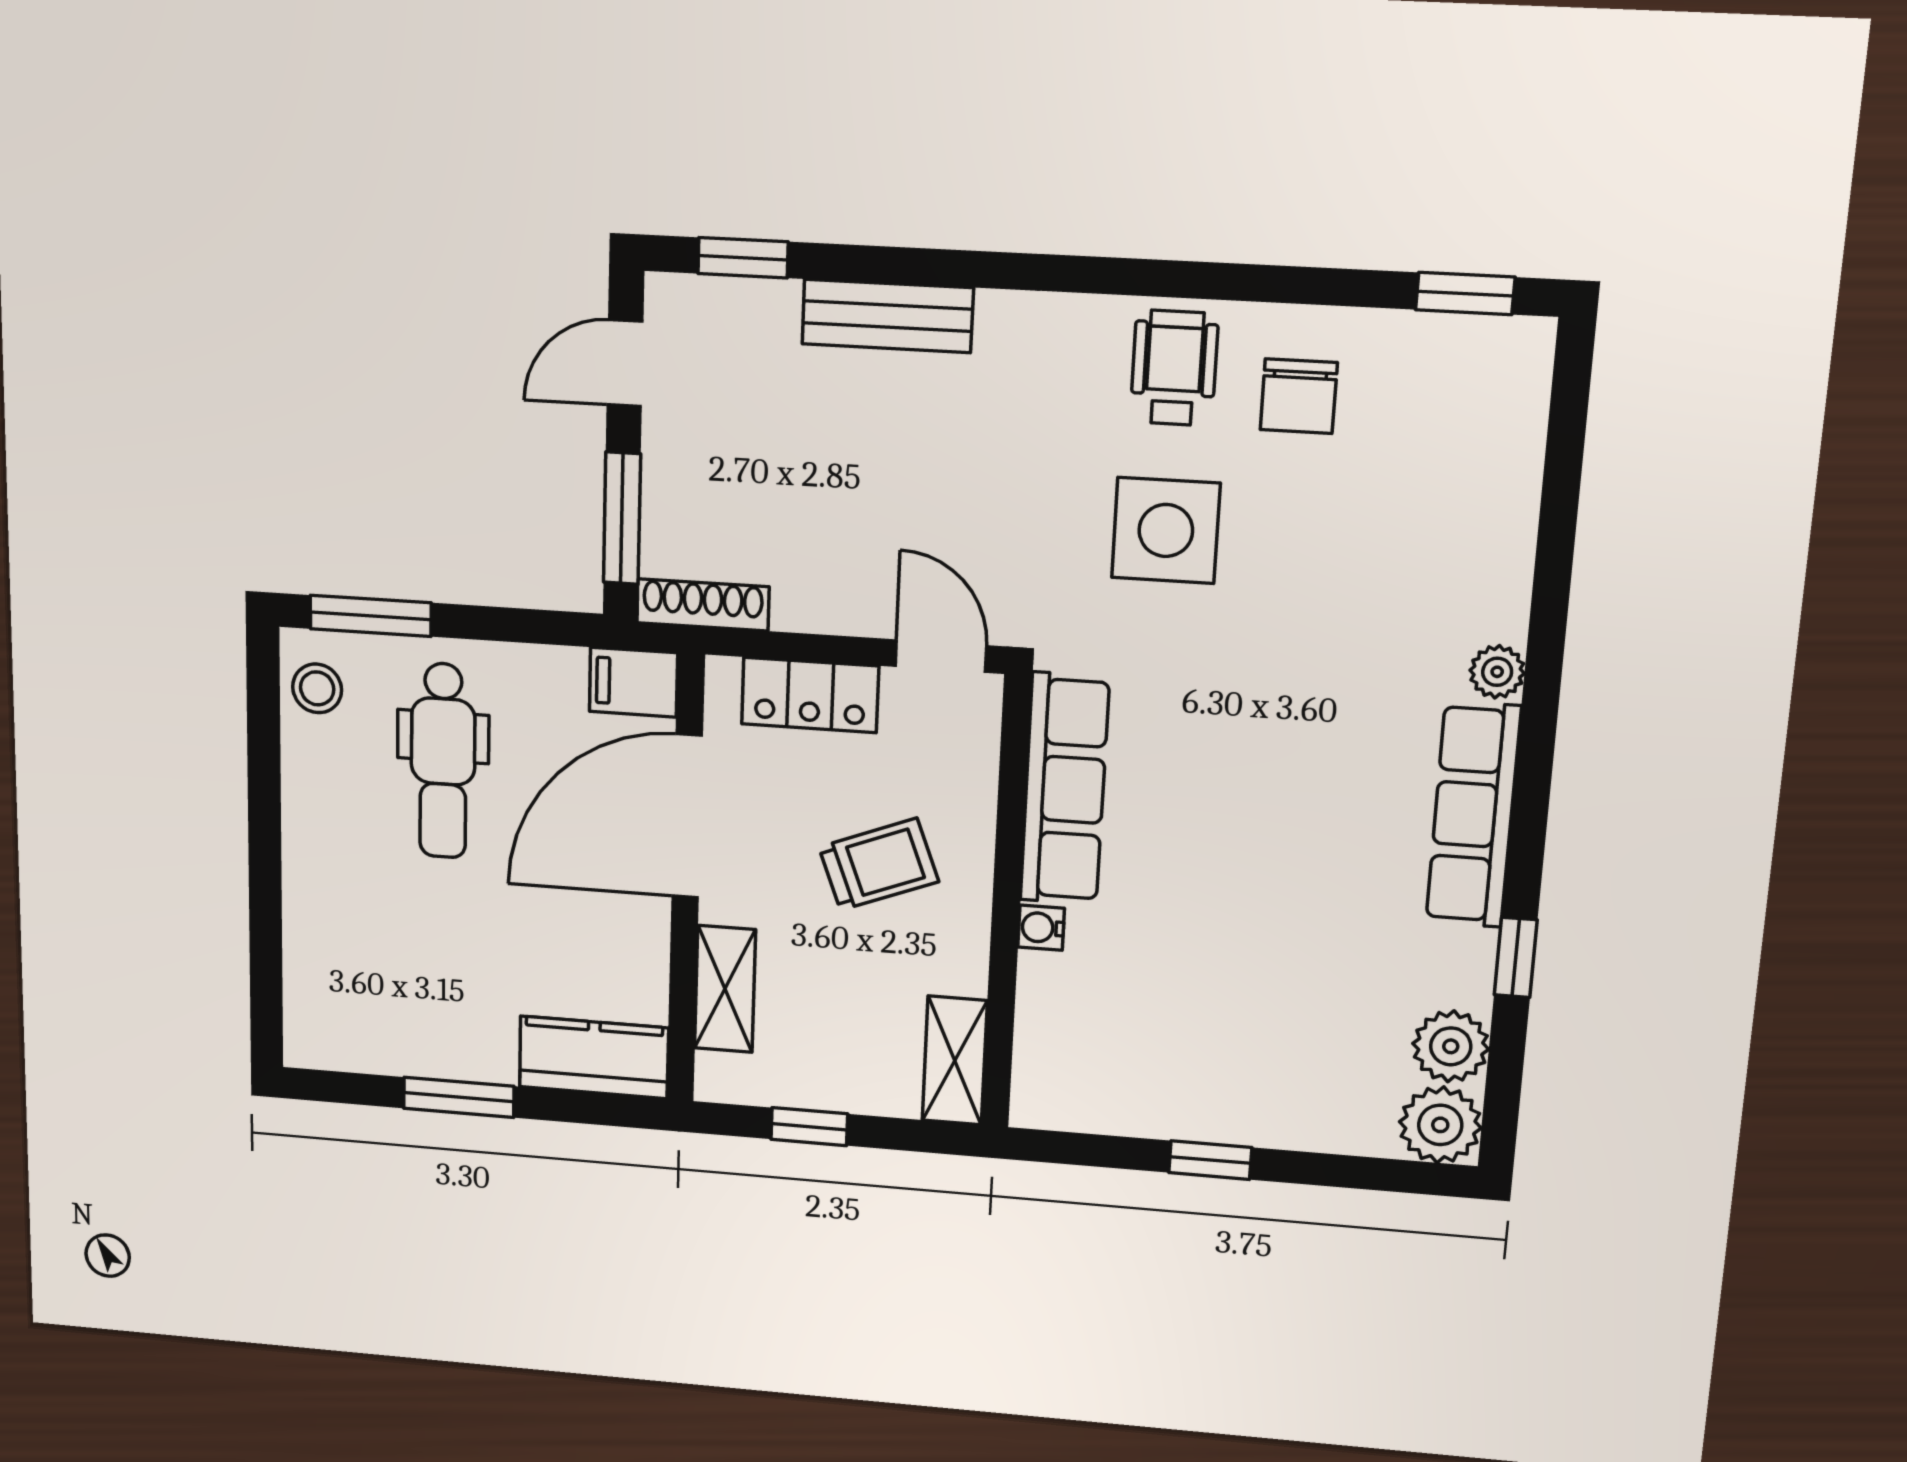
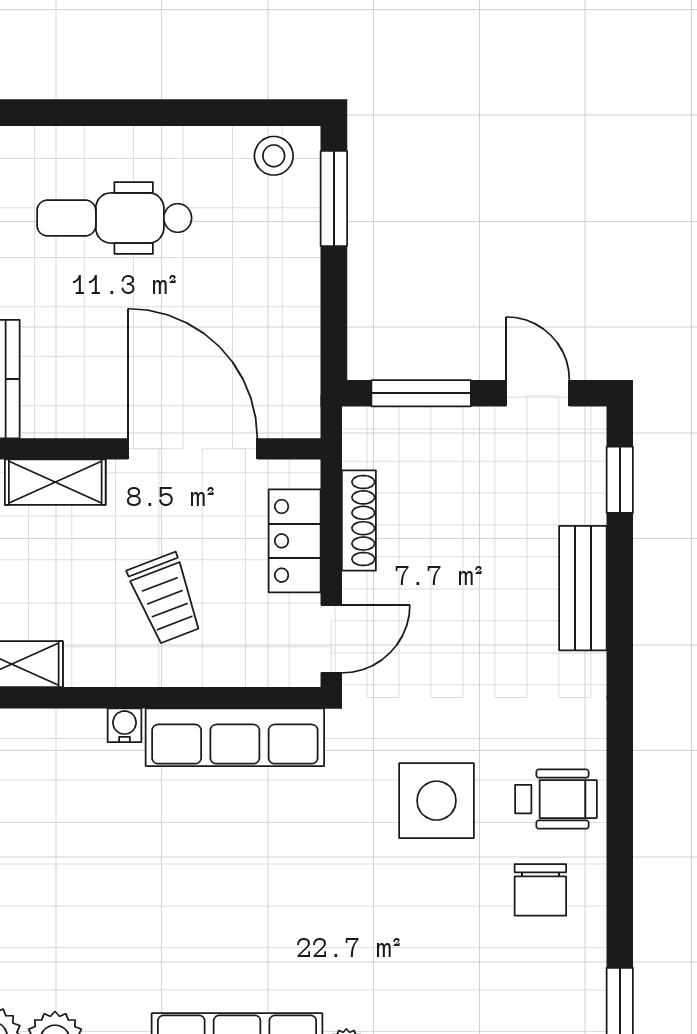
chair: (1299, 396) -> (540, 890), turned -90
shoe rack: (703, 605) -> (359, 520), moved
filing cabinet: (633, 682) -> (295, 405), removed
dental chair: (443, 761) -> (114, 218), moved

